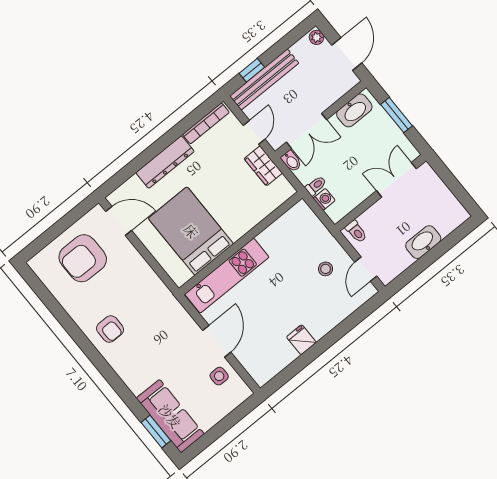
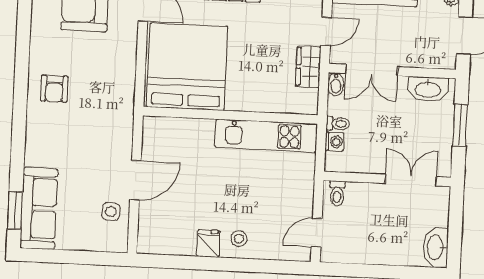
bed: (191, 231) -> (187, 67), width x1.36
washbasin: (423, 242) -> (436, 247), moved, turned -90
stool: (326, 269) -> (239, 239), moved
kitchen unit: (227, 276) -> (266, 136), moved

